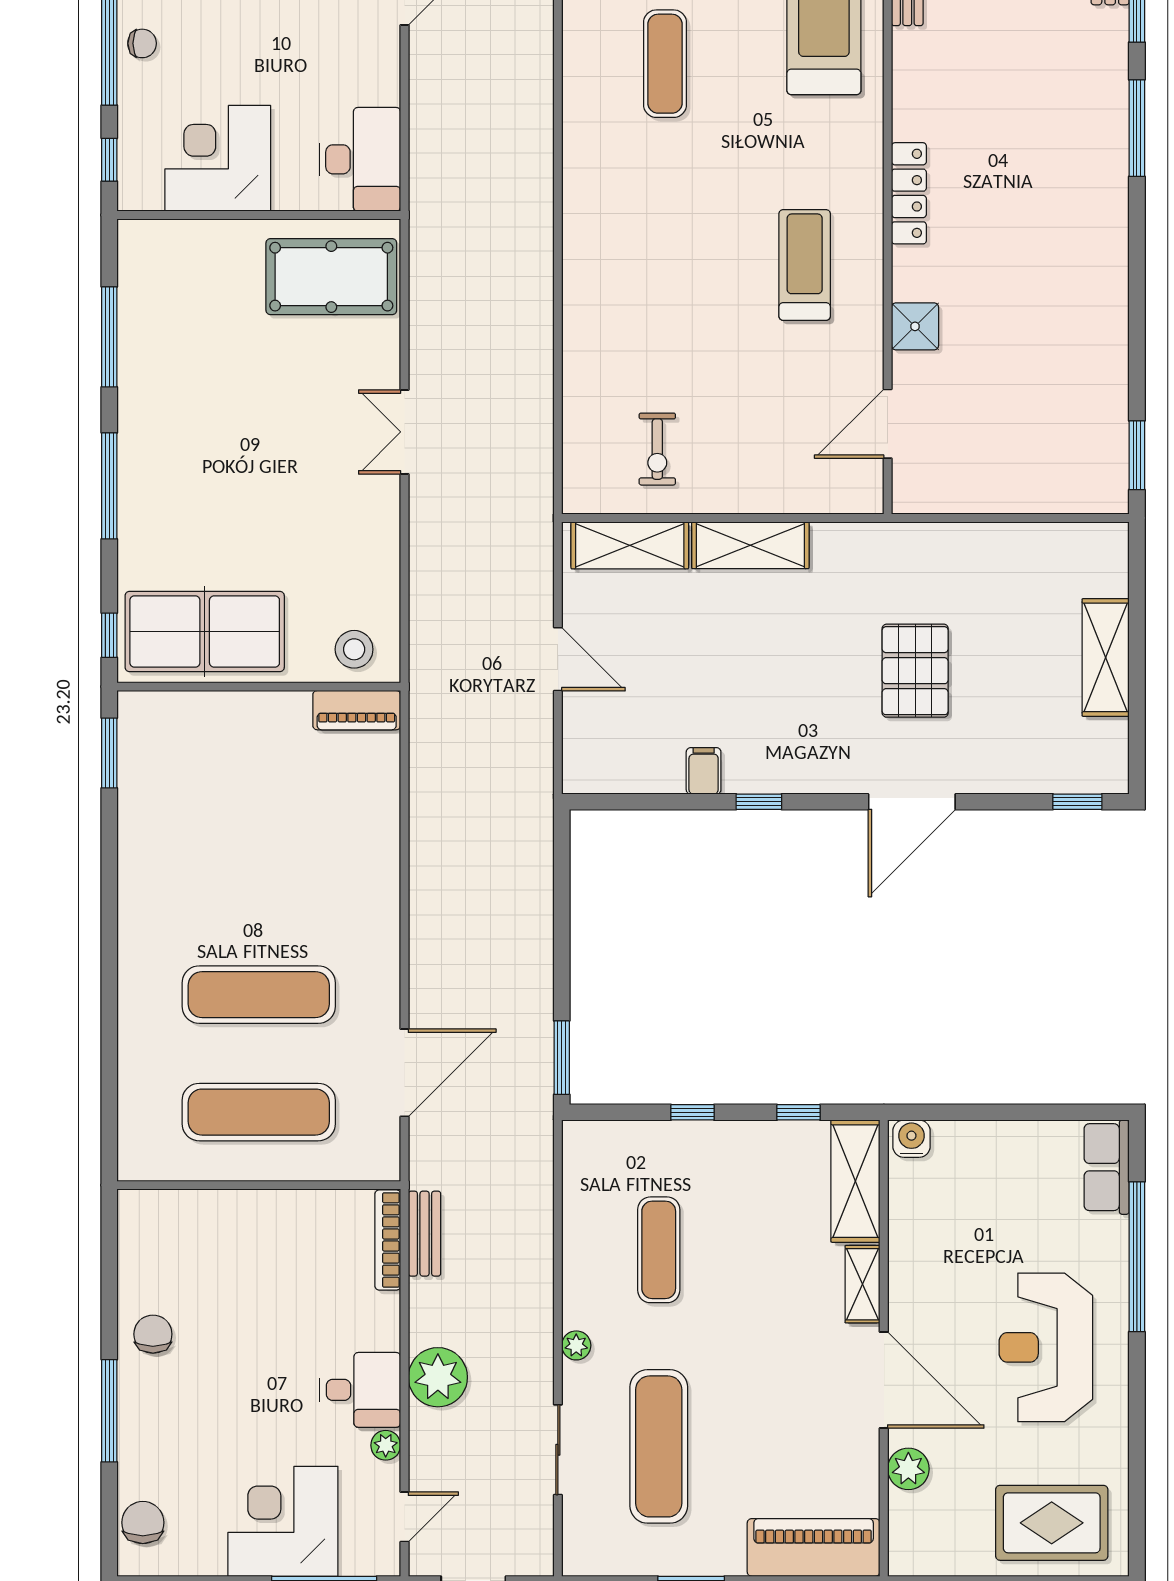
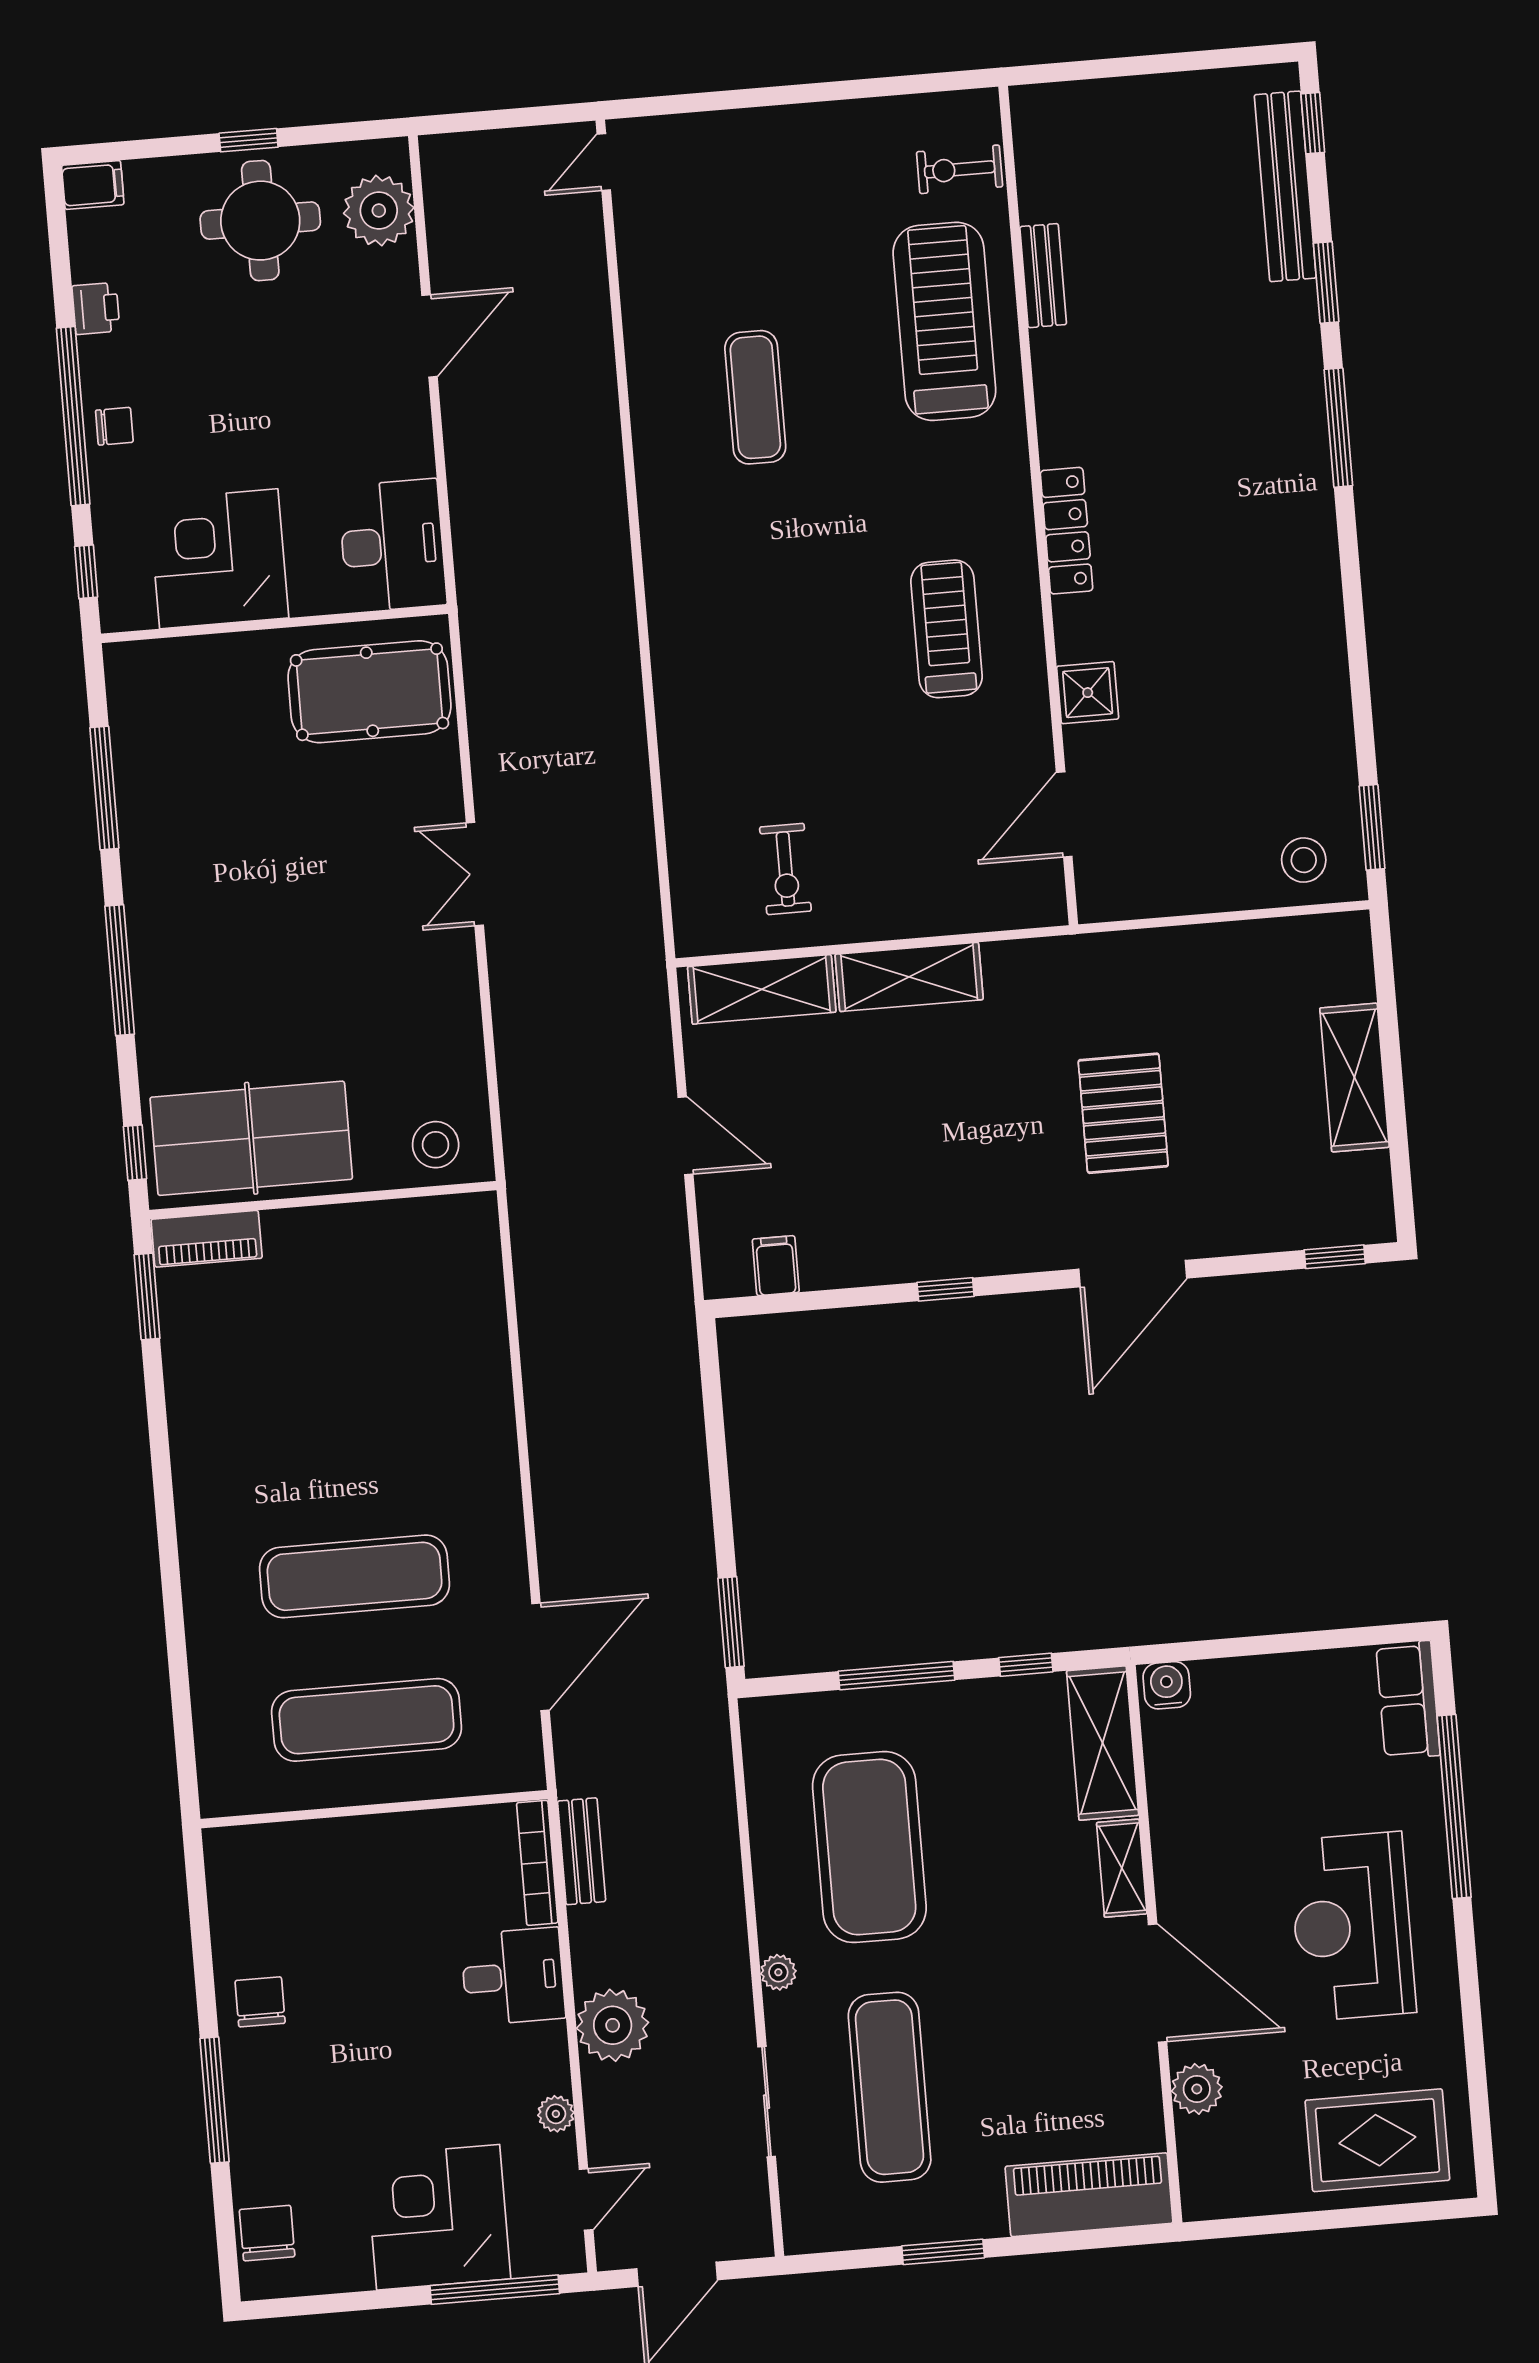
stool: (1079, 477) -> (1304, 860), added
piano: (357, 710) -> (207, 1239), moved
filing cabinet: (704, 771) -> (776, 1266), moved
window: (693, 1112) -> (896, 1676), width x2.17
exercise mat: (659, 1250) -> (869, 1847), width x2.00, depth x1.45
desk: (360, 1390) -> (513, 1976), moved

